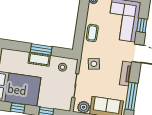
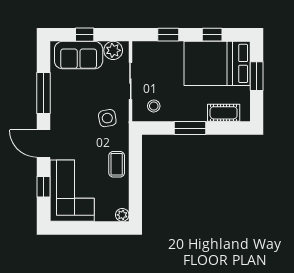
cot: (39, 59) -> (224, 113), moved
tv unit: (126, 74) -> (57, 110), removed
window: (131, 96) -> (44, 93), moved

